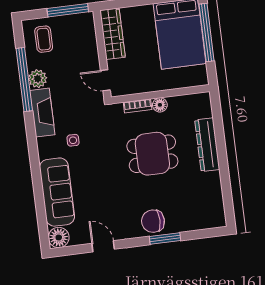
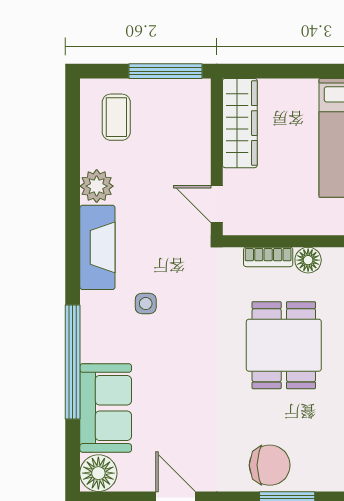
window: (24, 80) -> (73, 362), moved
dining table: (152, 154) -> (284, 345), turned 90
sofa: (57, 192) -> (106, 408), width x0.73
chair: (153, 221) -> (270, 465), turned 180

